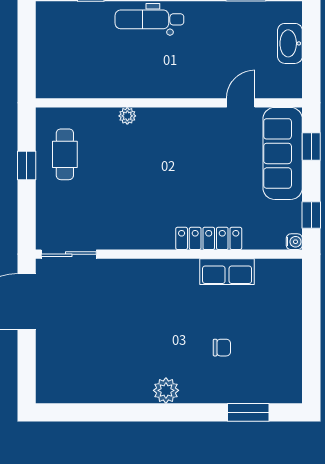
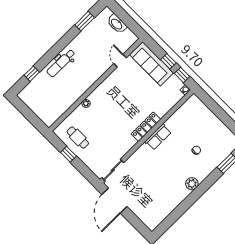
window: (311, 147) -> (168, 61), moved
locker: (209, 238) -> (146, 127), moved
row of seats: (227, 272) -> (158, 137), moved

